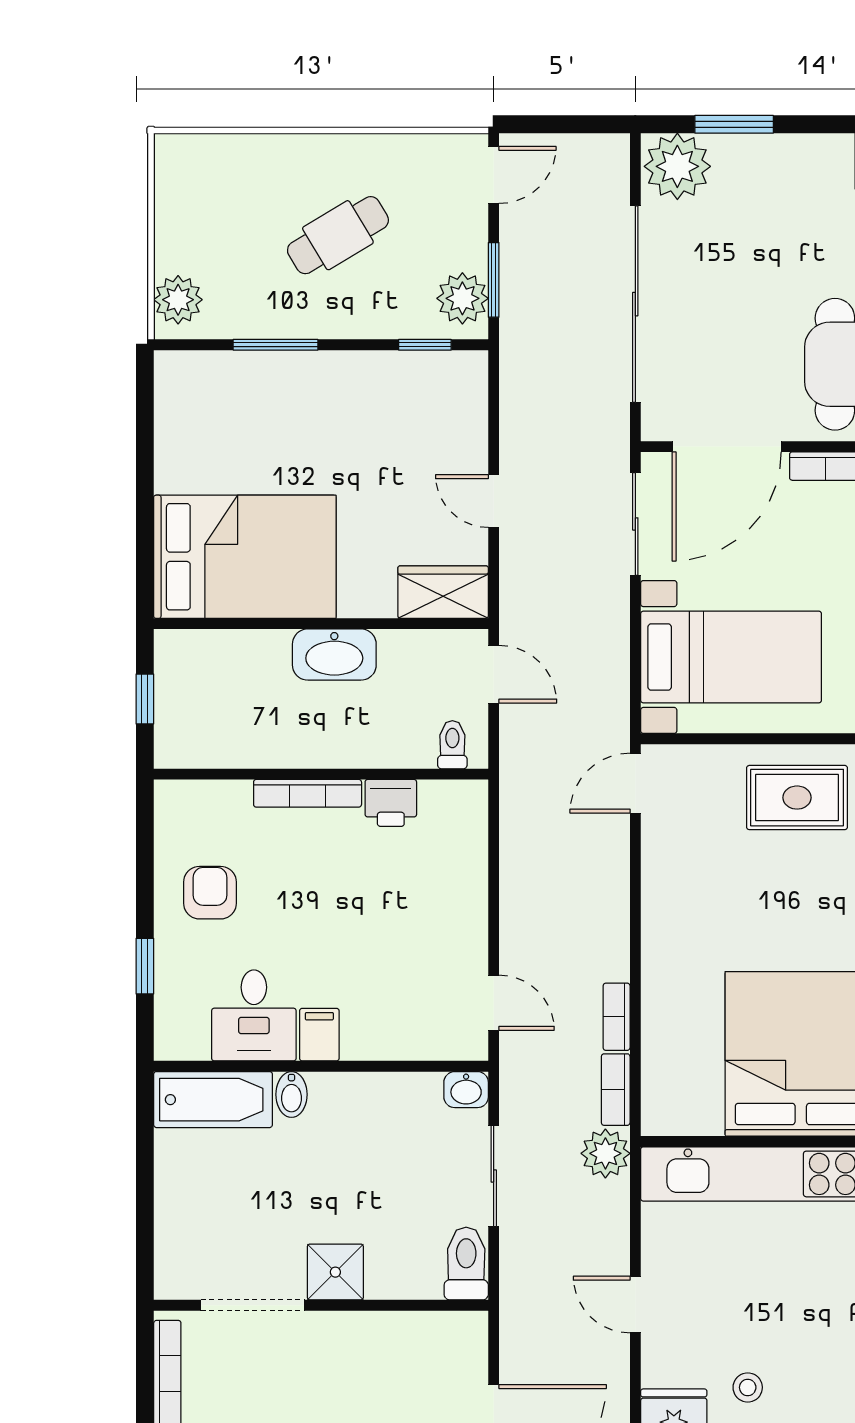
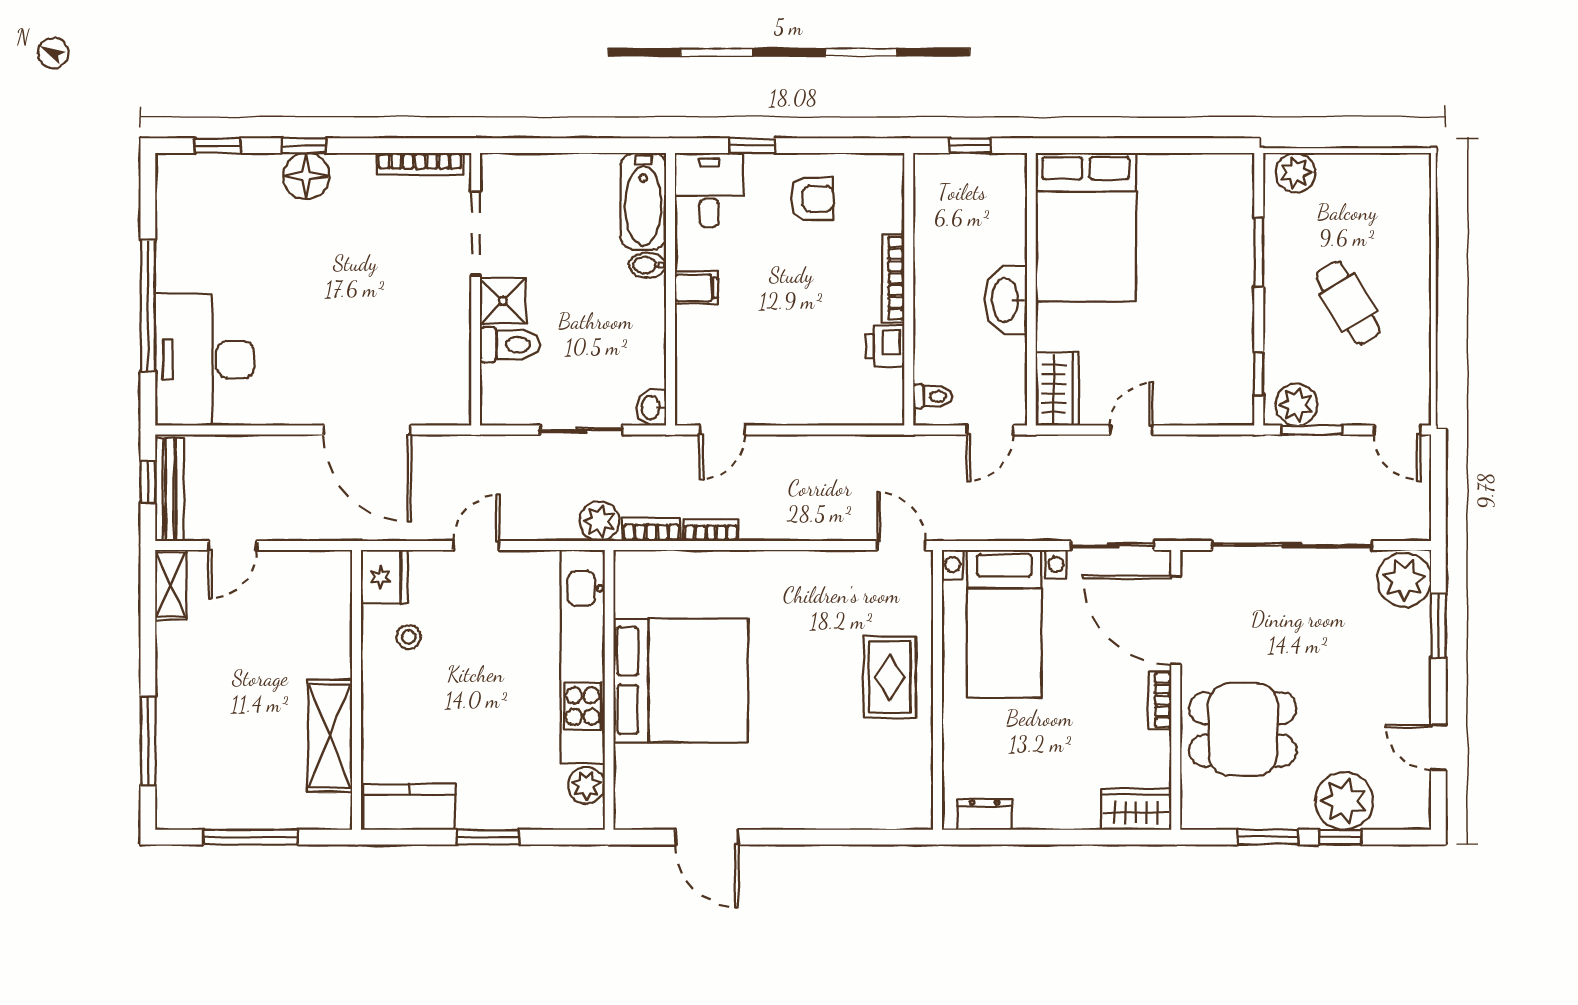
desk: (254, 1015) -> (709, 190), moved, turned 90
toilet: (466, 1264) -> (510, 345), moved

